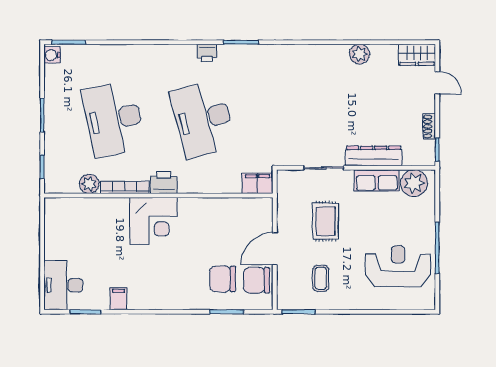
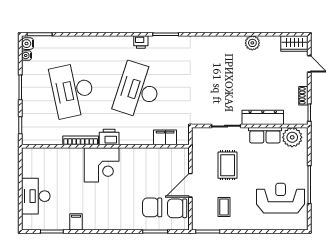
water cooler: (51, 71) -> (26, 56), added
desk: (203, 119) -> (138, 90), turned 33
filing cabinet: (257, 183) -> (165, 137), moved
plant: (89, 184) -> (55, 138), removed
desk: (63, 285) -> (36, 196), moved

